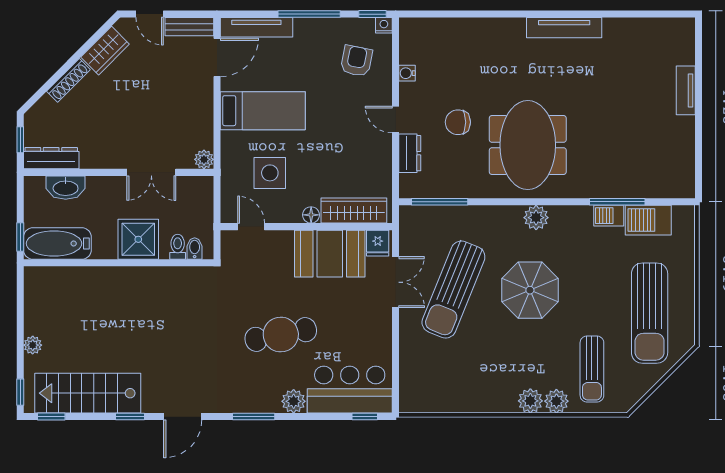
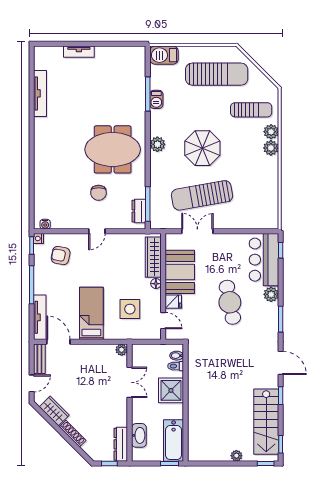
tv unit: (564, 28) -> (40, 93), moved
water cooler: (407, 73) -> (45, 224), moved
dresser: (410, 153) -> (139, 211), moved, turned -90
barbecue: (648, 220) -> (164, 55), moved, turned 90
door: (251, 227) -> (163, 321), swing flipped
fridge: (378, 243) -> (173, 302), moved
sun lounger: (453, 290) -> (202, 195), turned 148

